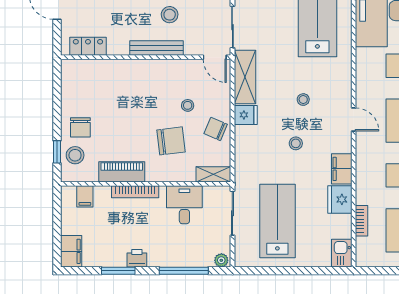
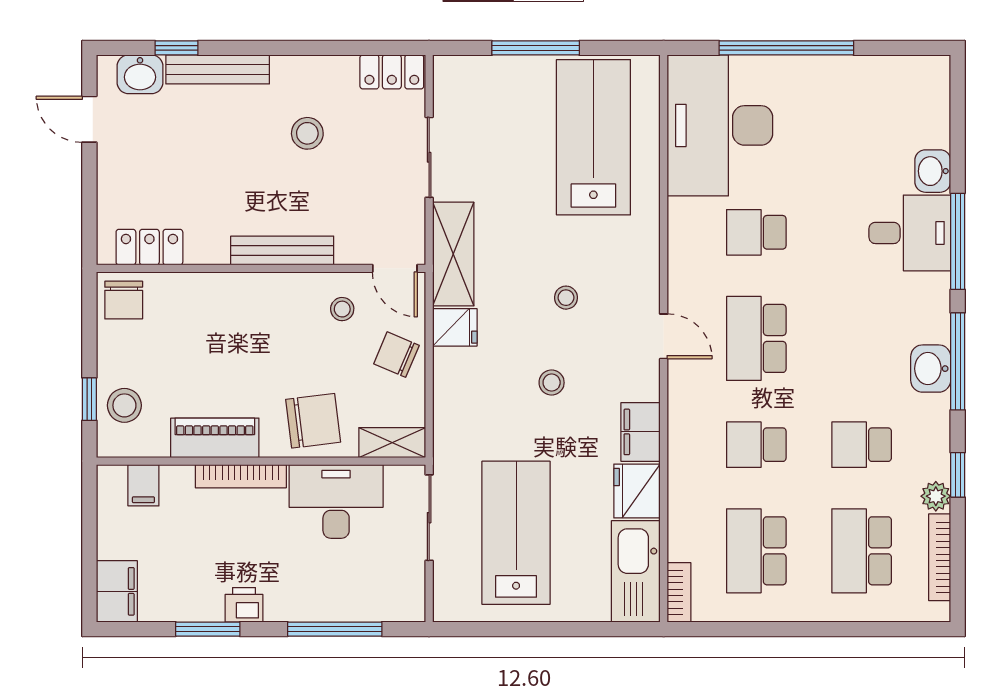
locker: (88, 46) -> (149, 247), moved
bench: (157, 48) -> (282, 251), moved
wall: (146, 57) -> (261, 268), moved
door: (215, 57) -> (395, 268), moved
chair: (80, 127) -> (124, 300), moved
chair: (171, 141) -> (313, 421), moved
desk: (184, 205) -> (336, 501), width x1.37
bookcase: (362, 221) -> (679, 592), moved
kitchen sink: (342, 253) -> (636, 571), width x1.88, depth x1.24
plant: (221, 260) -> (407, 609), removed

